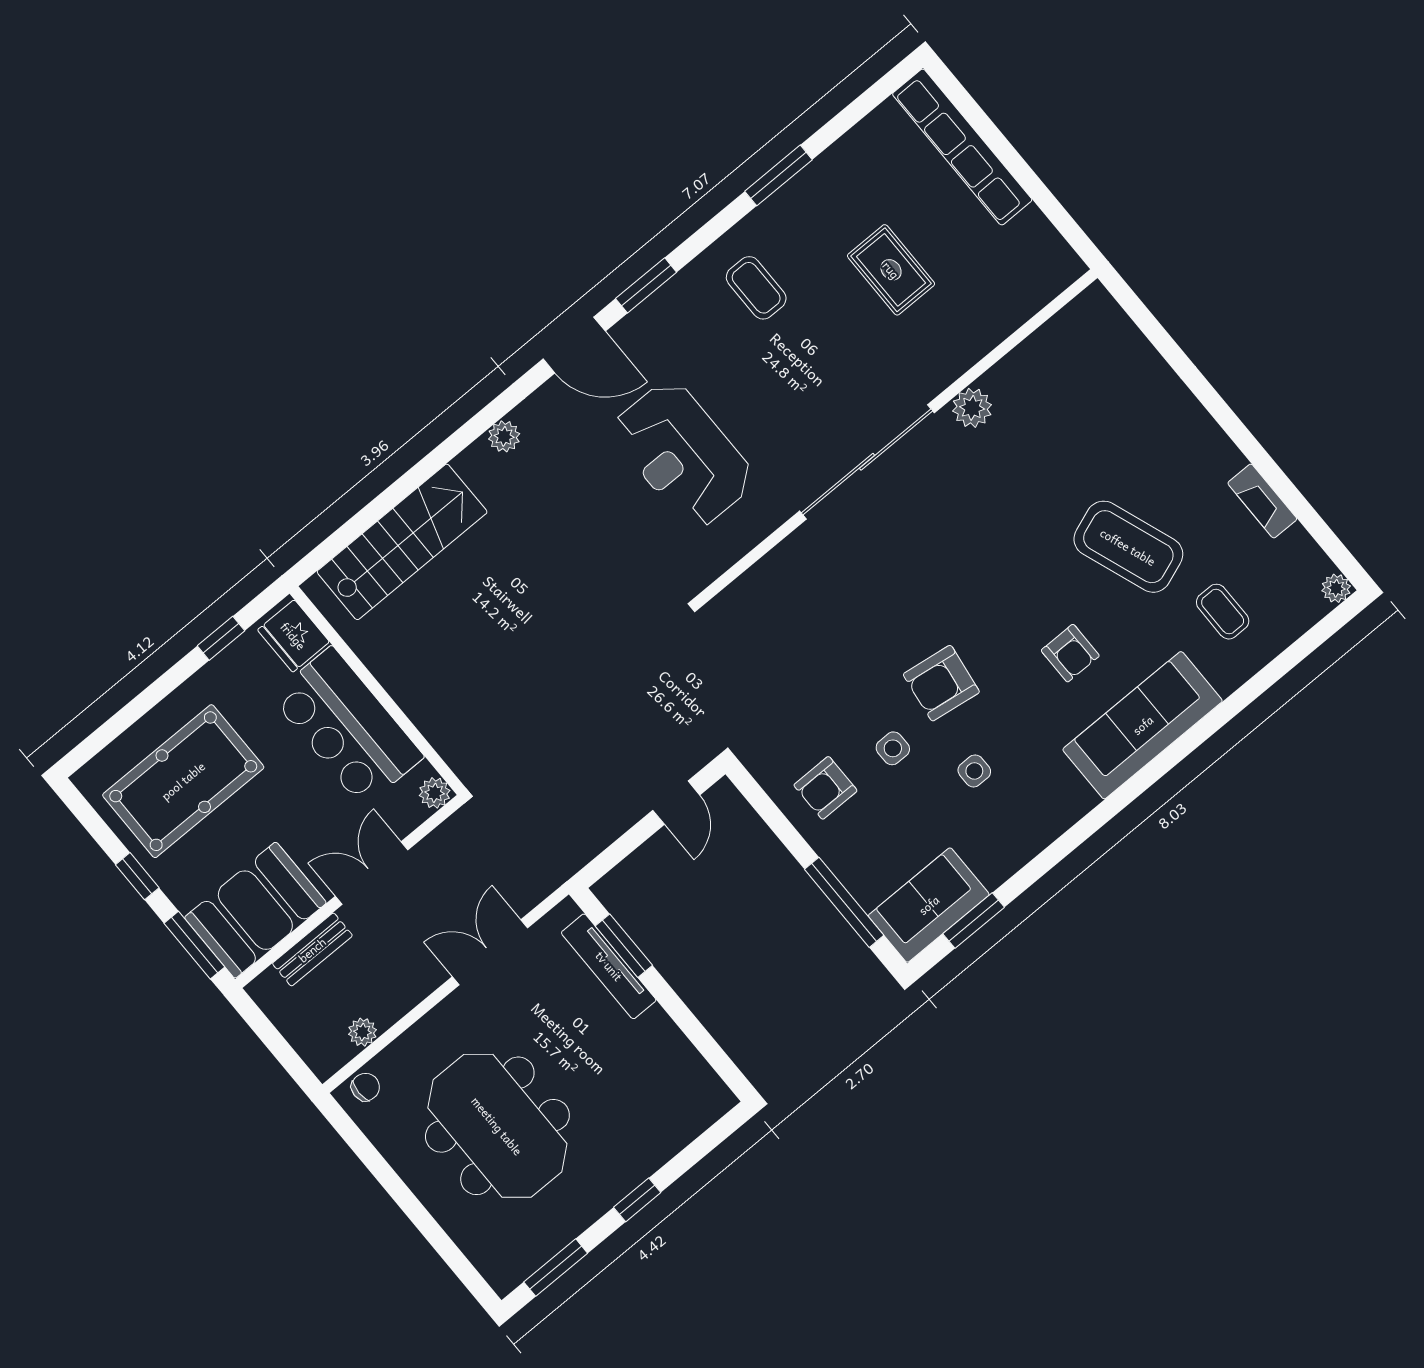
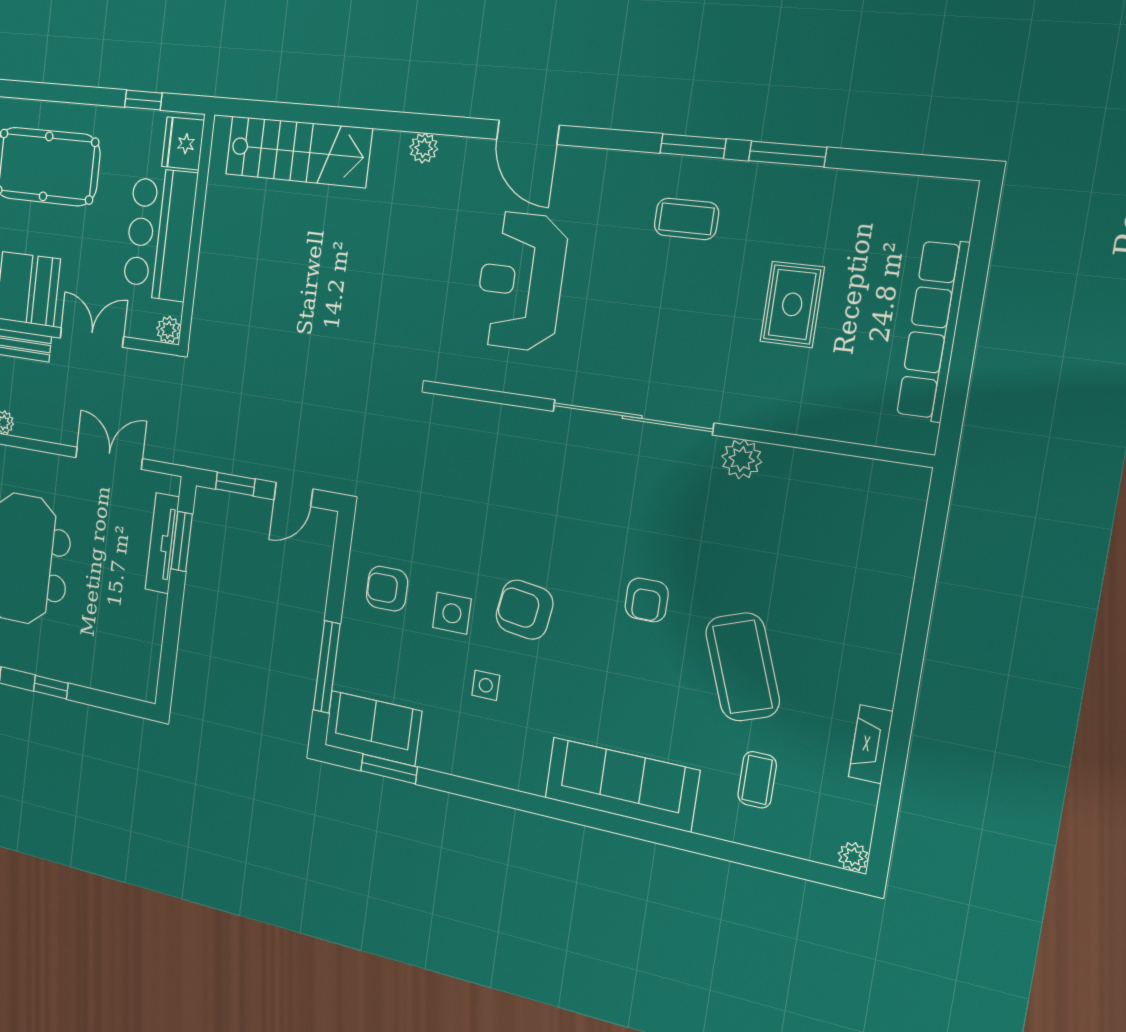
row of seats: (962, 147) -> (933, 330), moved
window: (646, 285) -> (693, 146), moved
coffee table: (756, 288) -> (686, 219), turned 90
armchair: (1070, 653) -> (647, 600), moved
side table: (893, 748) -> (452, 613), width x1.37, depth x1.37
window: (620, 849) -> (235, 484), added

